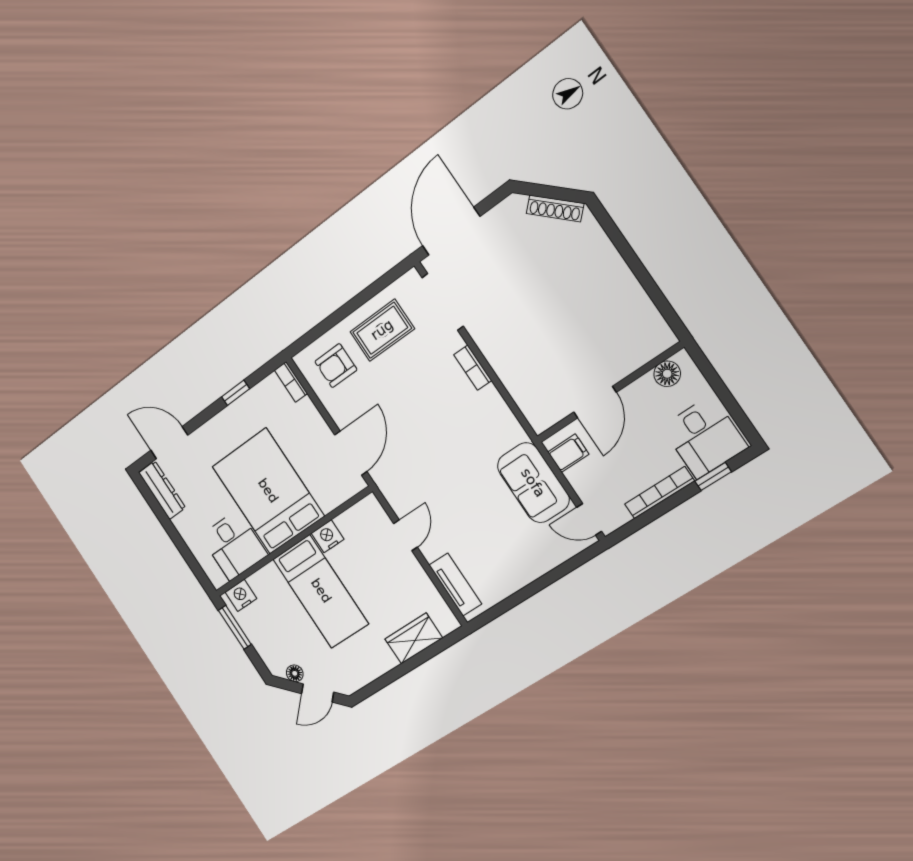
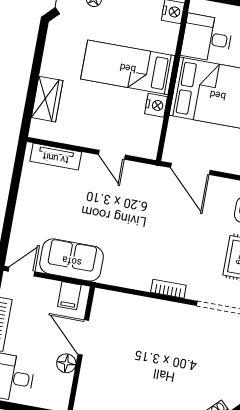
floor lamp: (667, 374) -> (66, 363), moved

